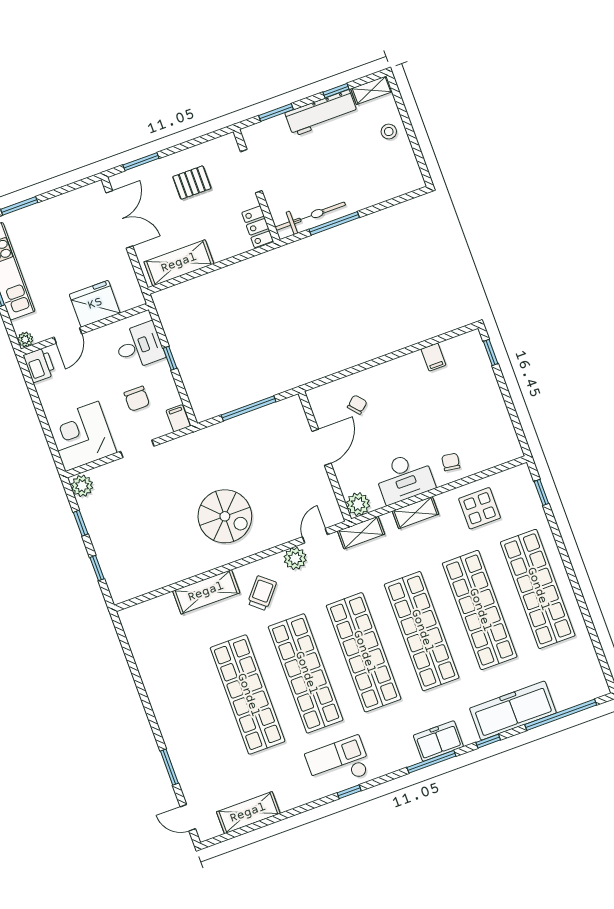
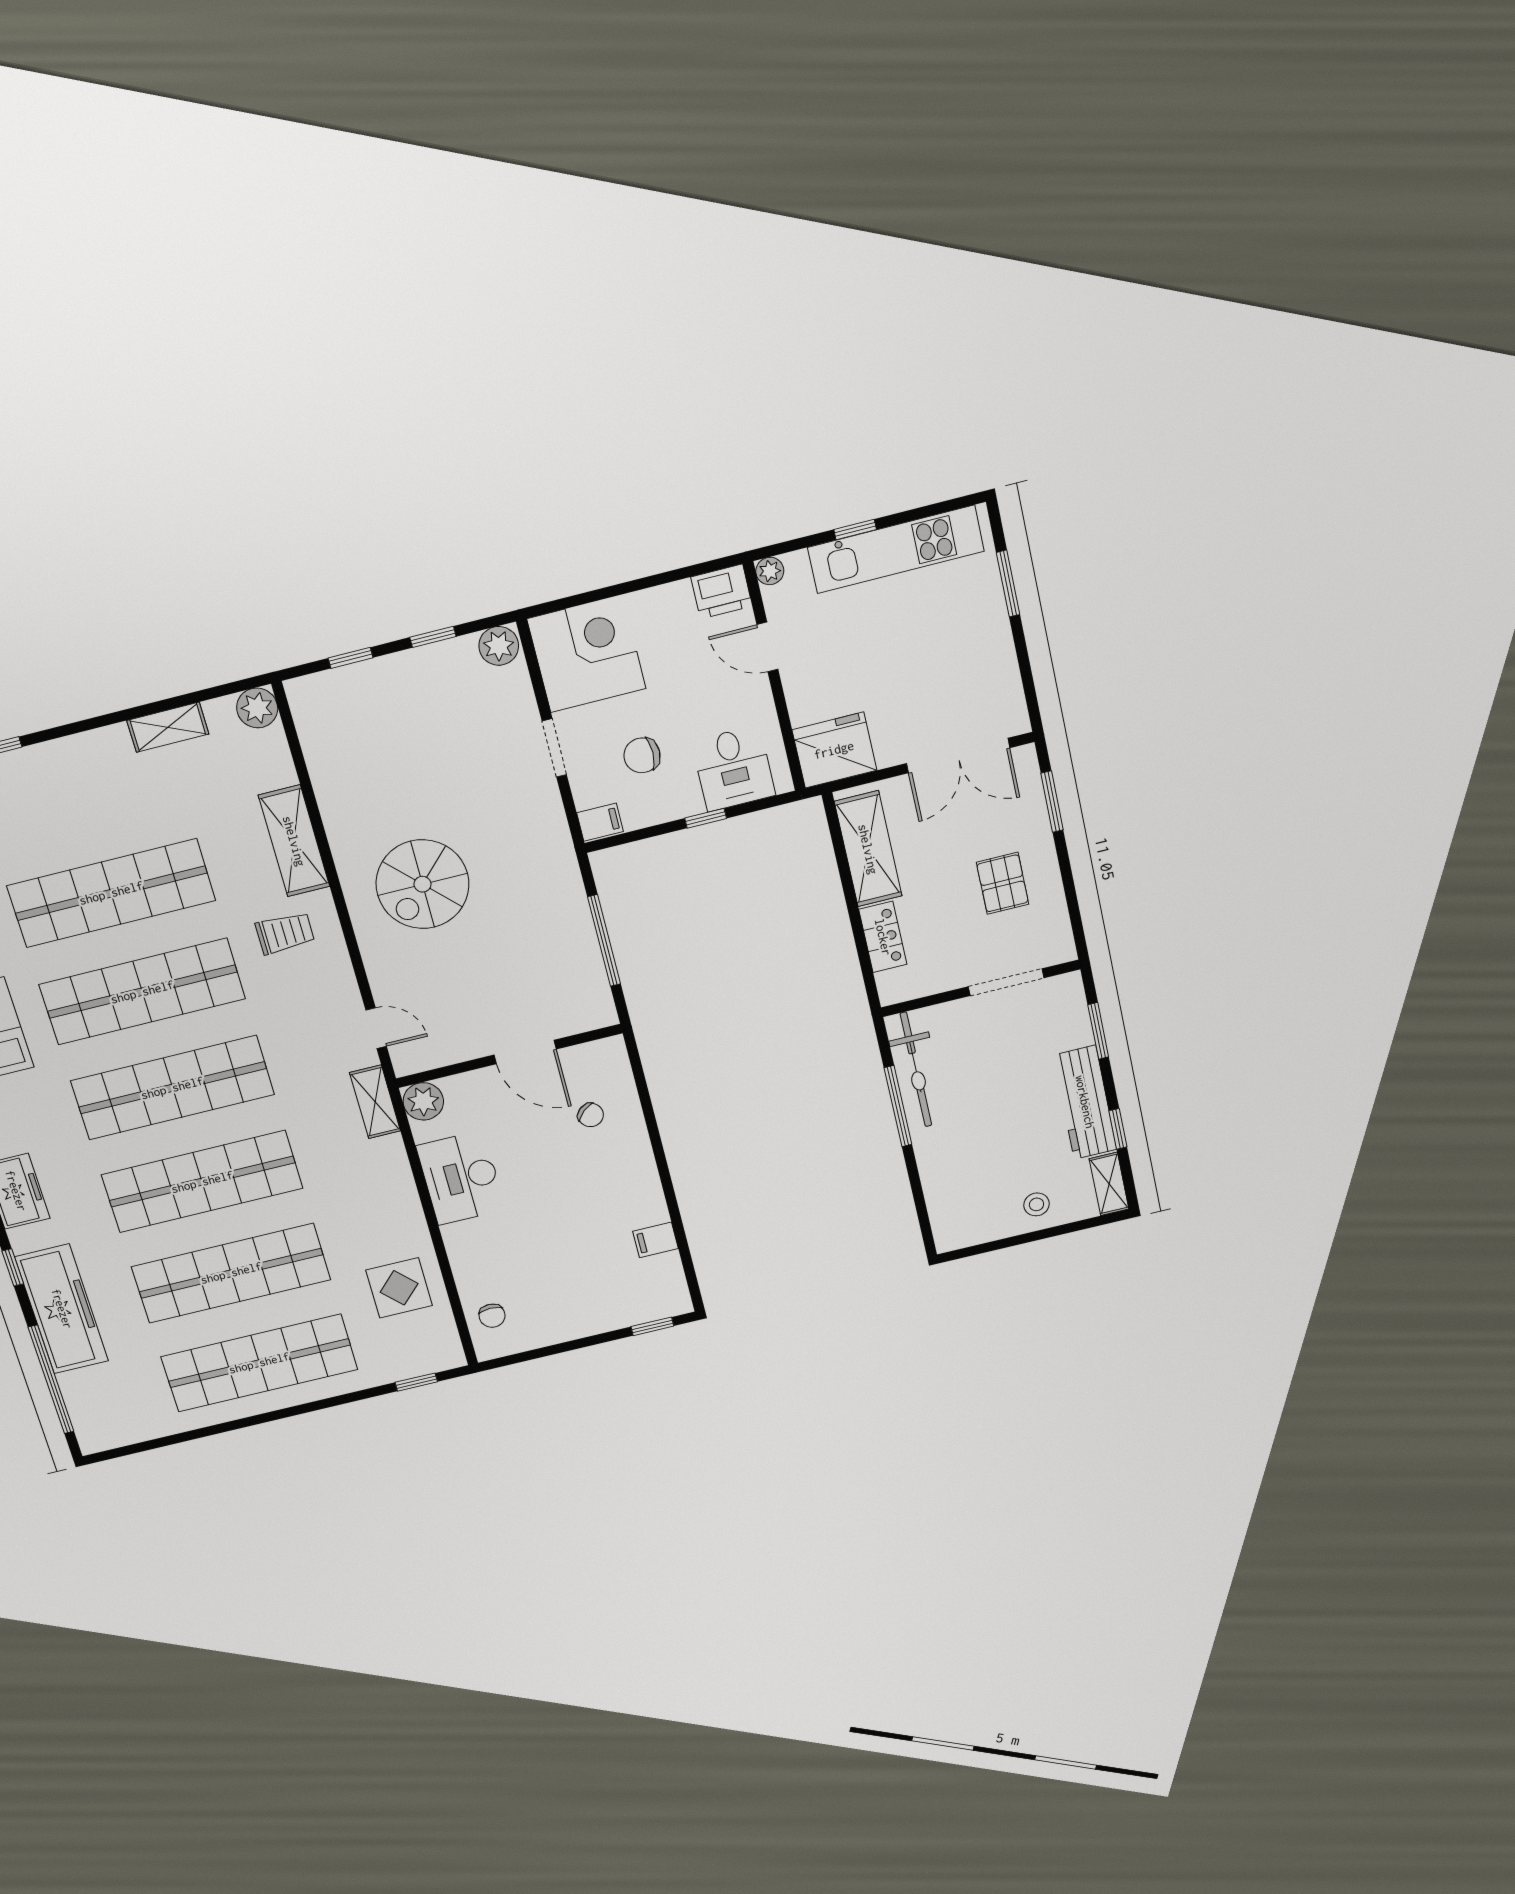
locker: (258, 227) -> (883, 937), moved, turned 90
fridge: (95, 304) -> (834, 750), moved, turned -90
chair: (451, 462) -> (492, 1316), moved, turned 82
shelving: (415, 513) -> (168, 727), moved, turned 90
plant: (295, 558) -> (257, 708), moved
trolley: (262, 593) -> (285, 933), turned -40

